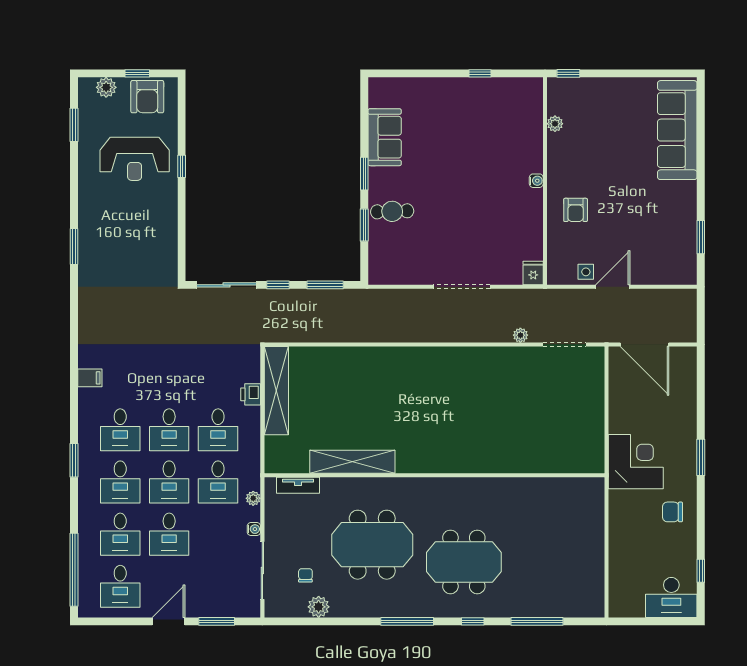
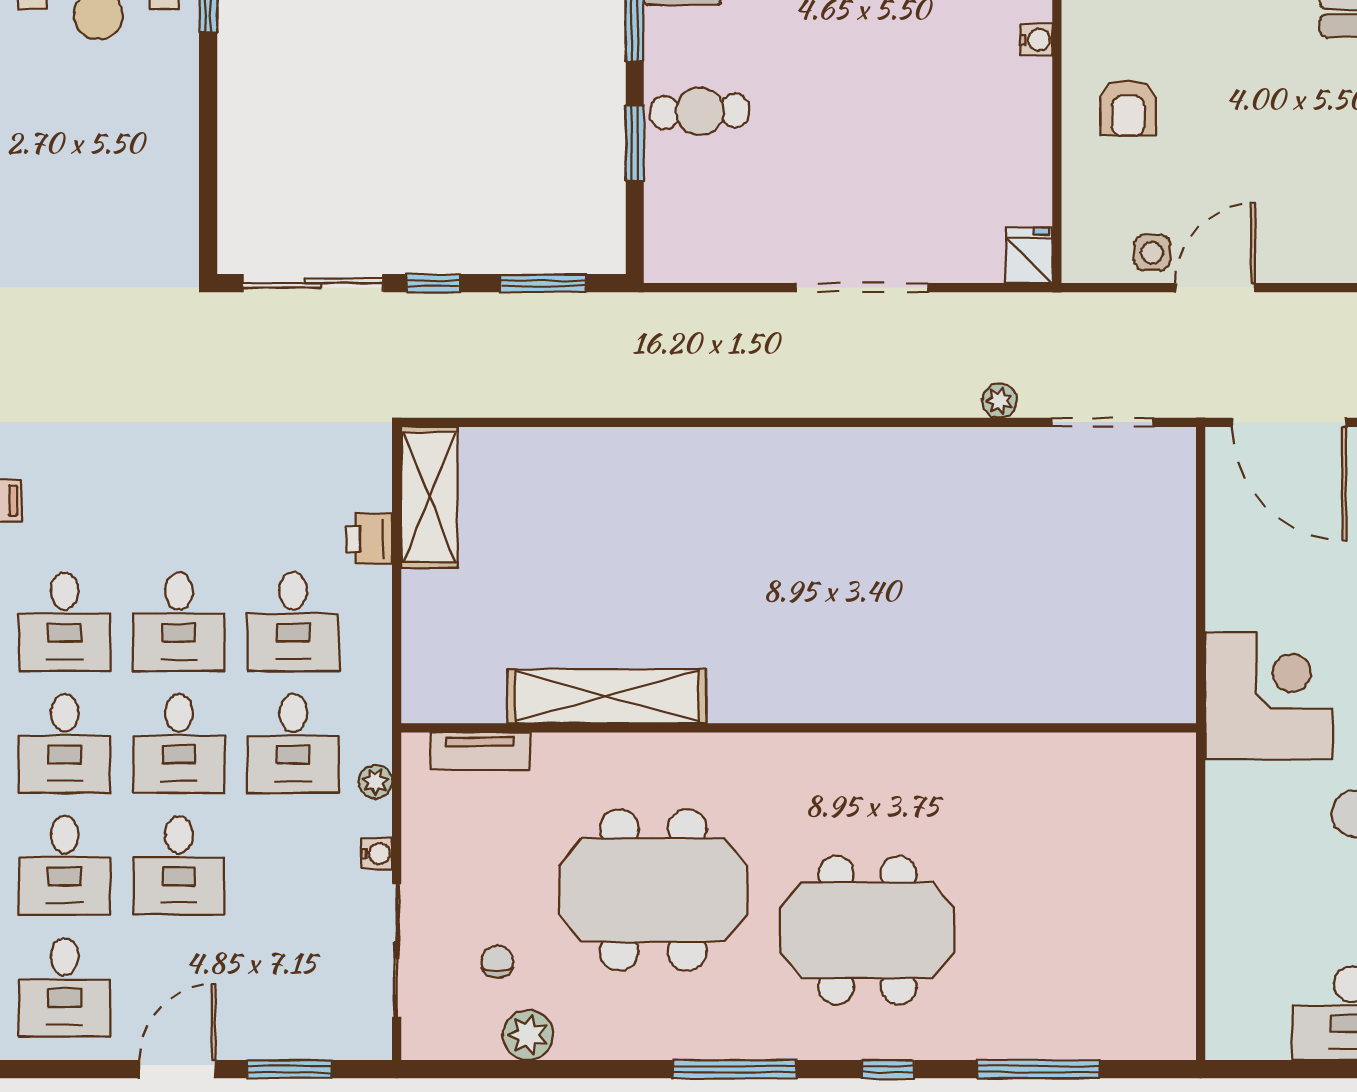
shelving: (276, 391) -> (429, 497), width x0.68

